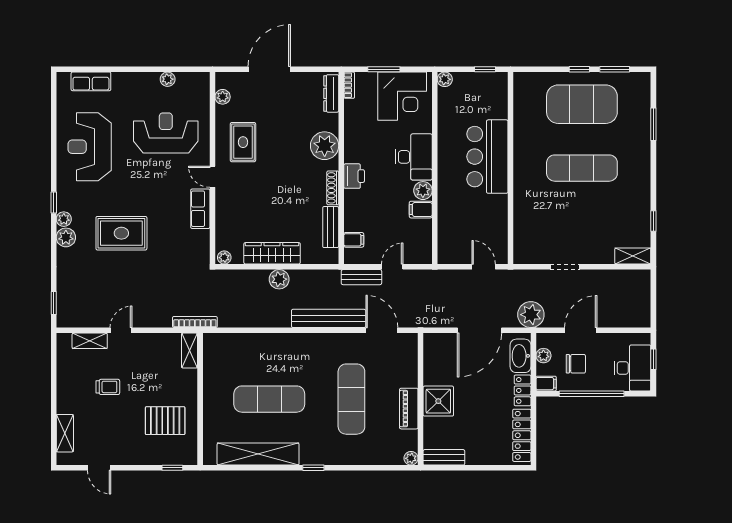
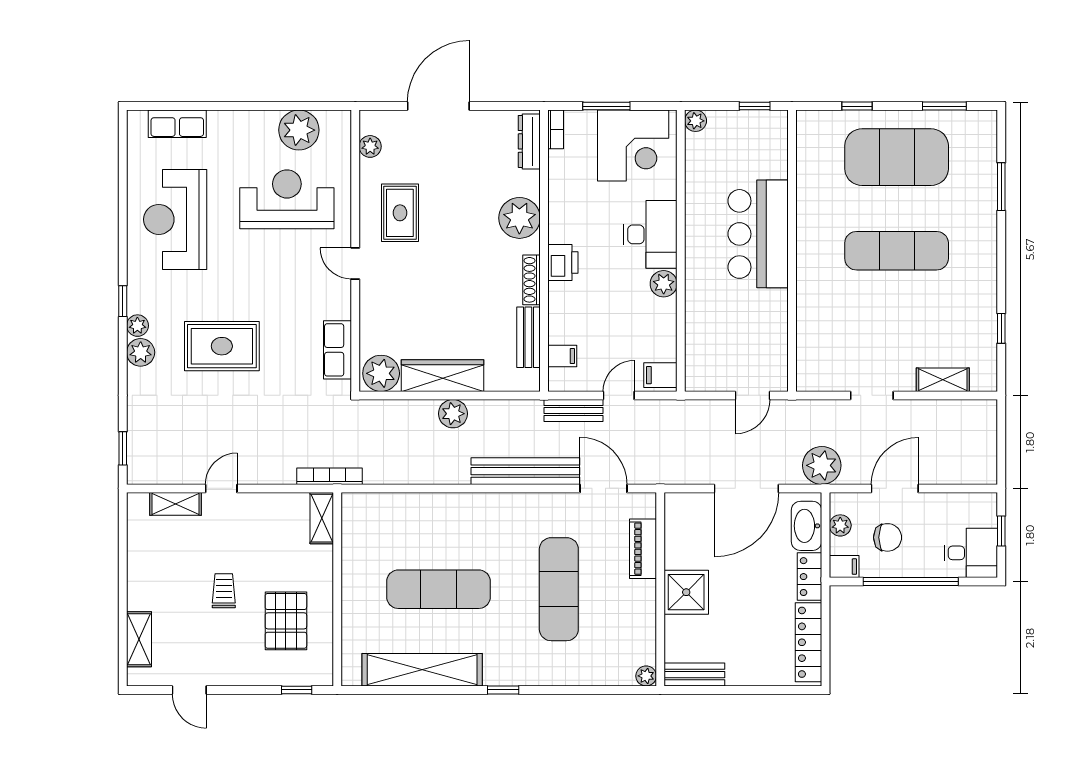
window: (579, 69) -> (857, 106), moved
plant: (168, 79) -> (299, 130), width x1.88, depth x1.88
row of seats: (200, 209) -> (337, 350), moved
filing cabinet: (421, 210) -> (660, 375), moved
shelving: (633, 256) -> (943, 380), moved
plant: (224, 258) -> (381, 373), width x1.87, depth x1.87
door: (484, 267) -> (752, 395), swing flipped
desk: (633, 368) -> (971, 553), width x0.73
trolley: (108, 387) -> (224, 591), moved, turned -90
piano: (409, 409) -> (643, 549), moved
pallet: (165, 421) -> (286, 621), turned 90

